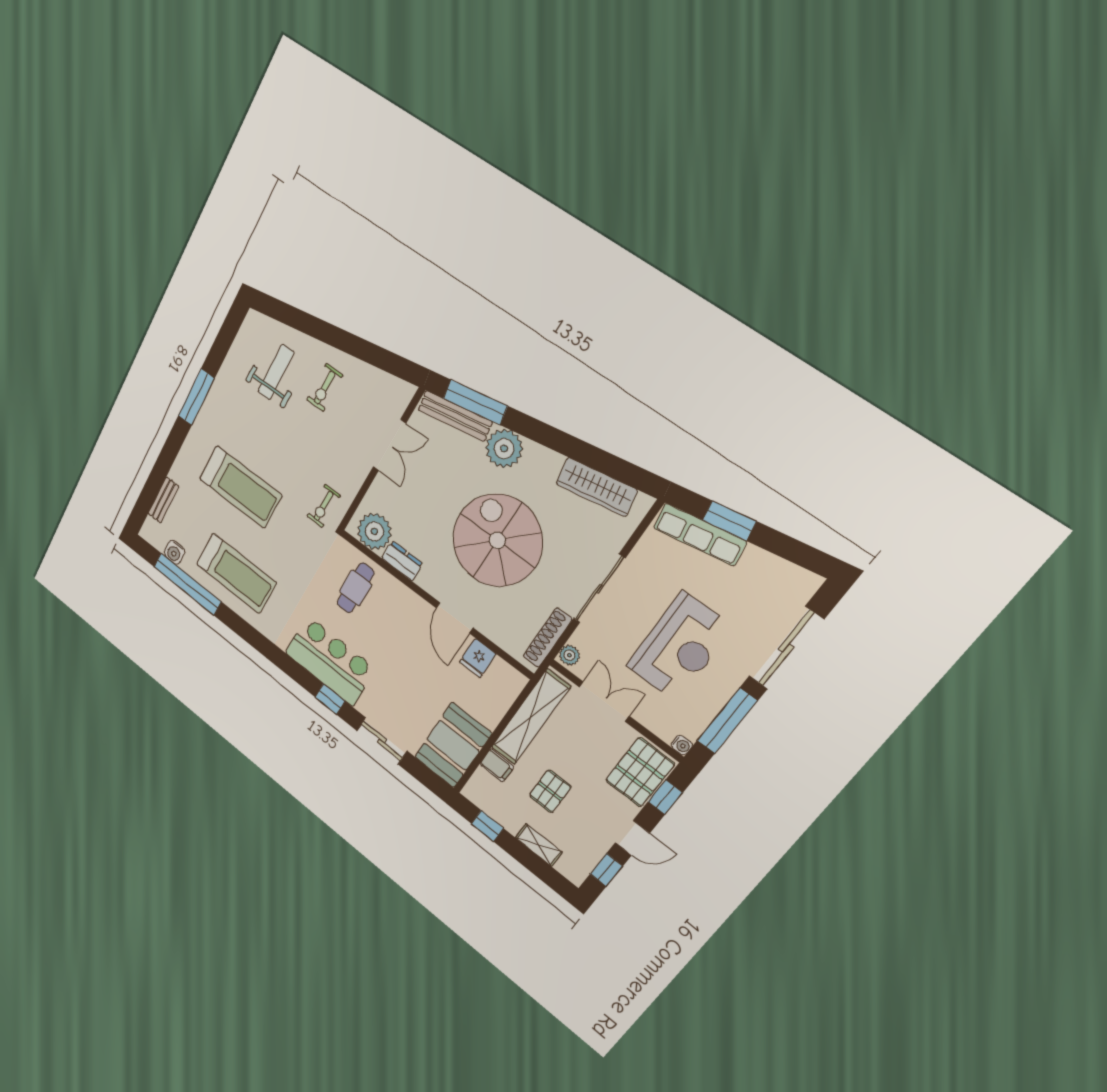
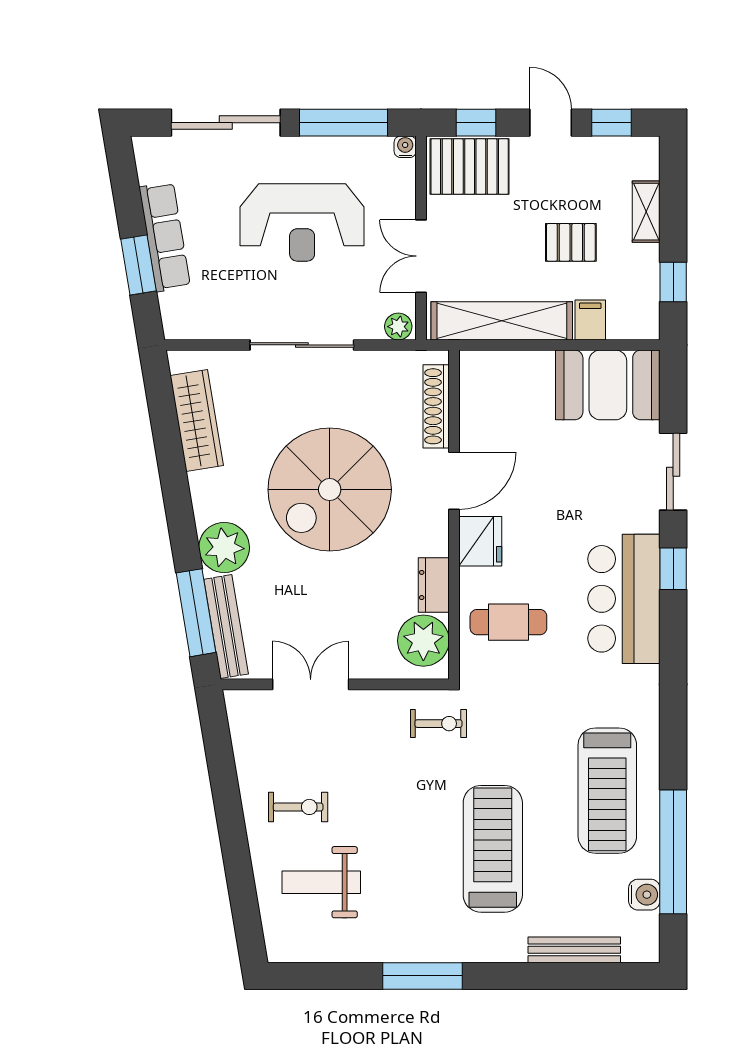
bench: (163, 500) -> (574, 950), width x1.36
row of seats: (700, 535) -> (165, 237), moved
treadmill: (236, 573) -> (607, 791), turned 180
shoe rack: (548, 638) -> (436, 406), moved, turned 90
reception desk: (679, 647) -> (302, 222), turned 180
fridge: (478, 658) -> (480, 541), moved, width x1.38

